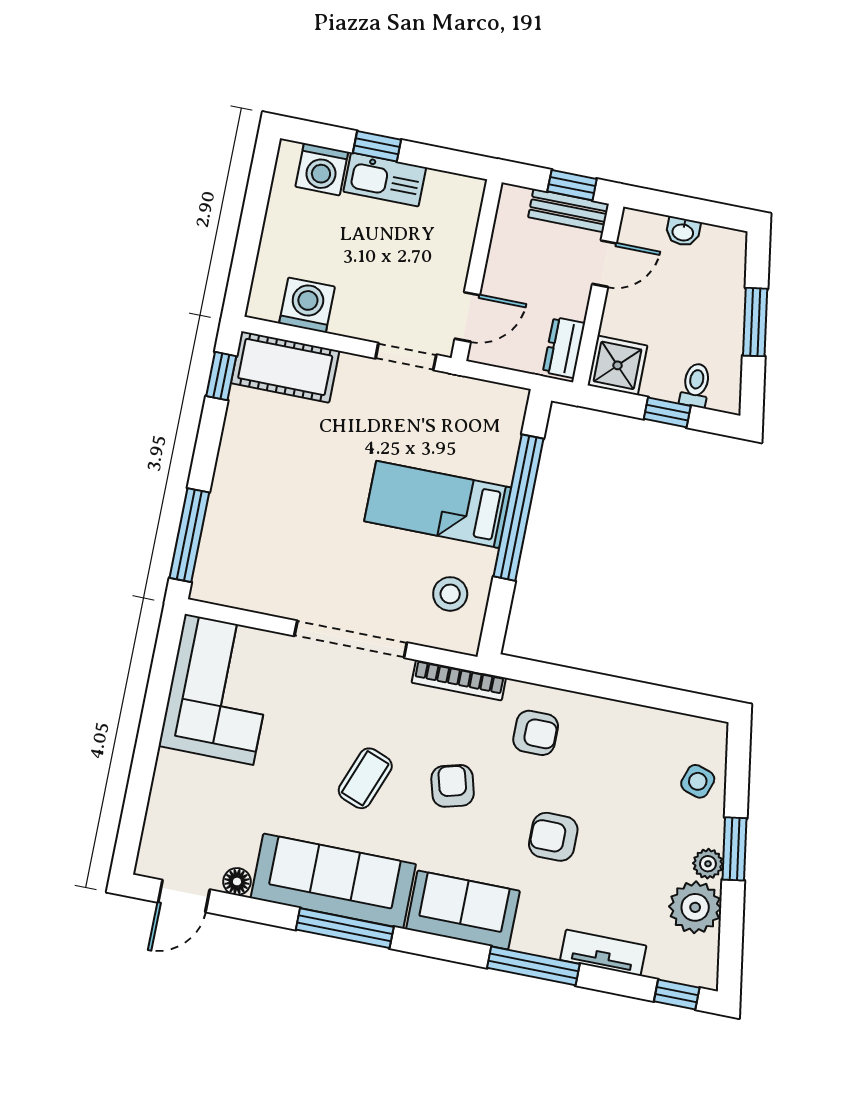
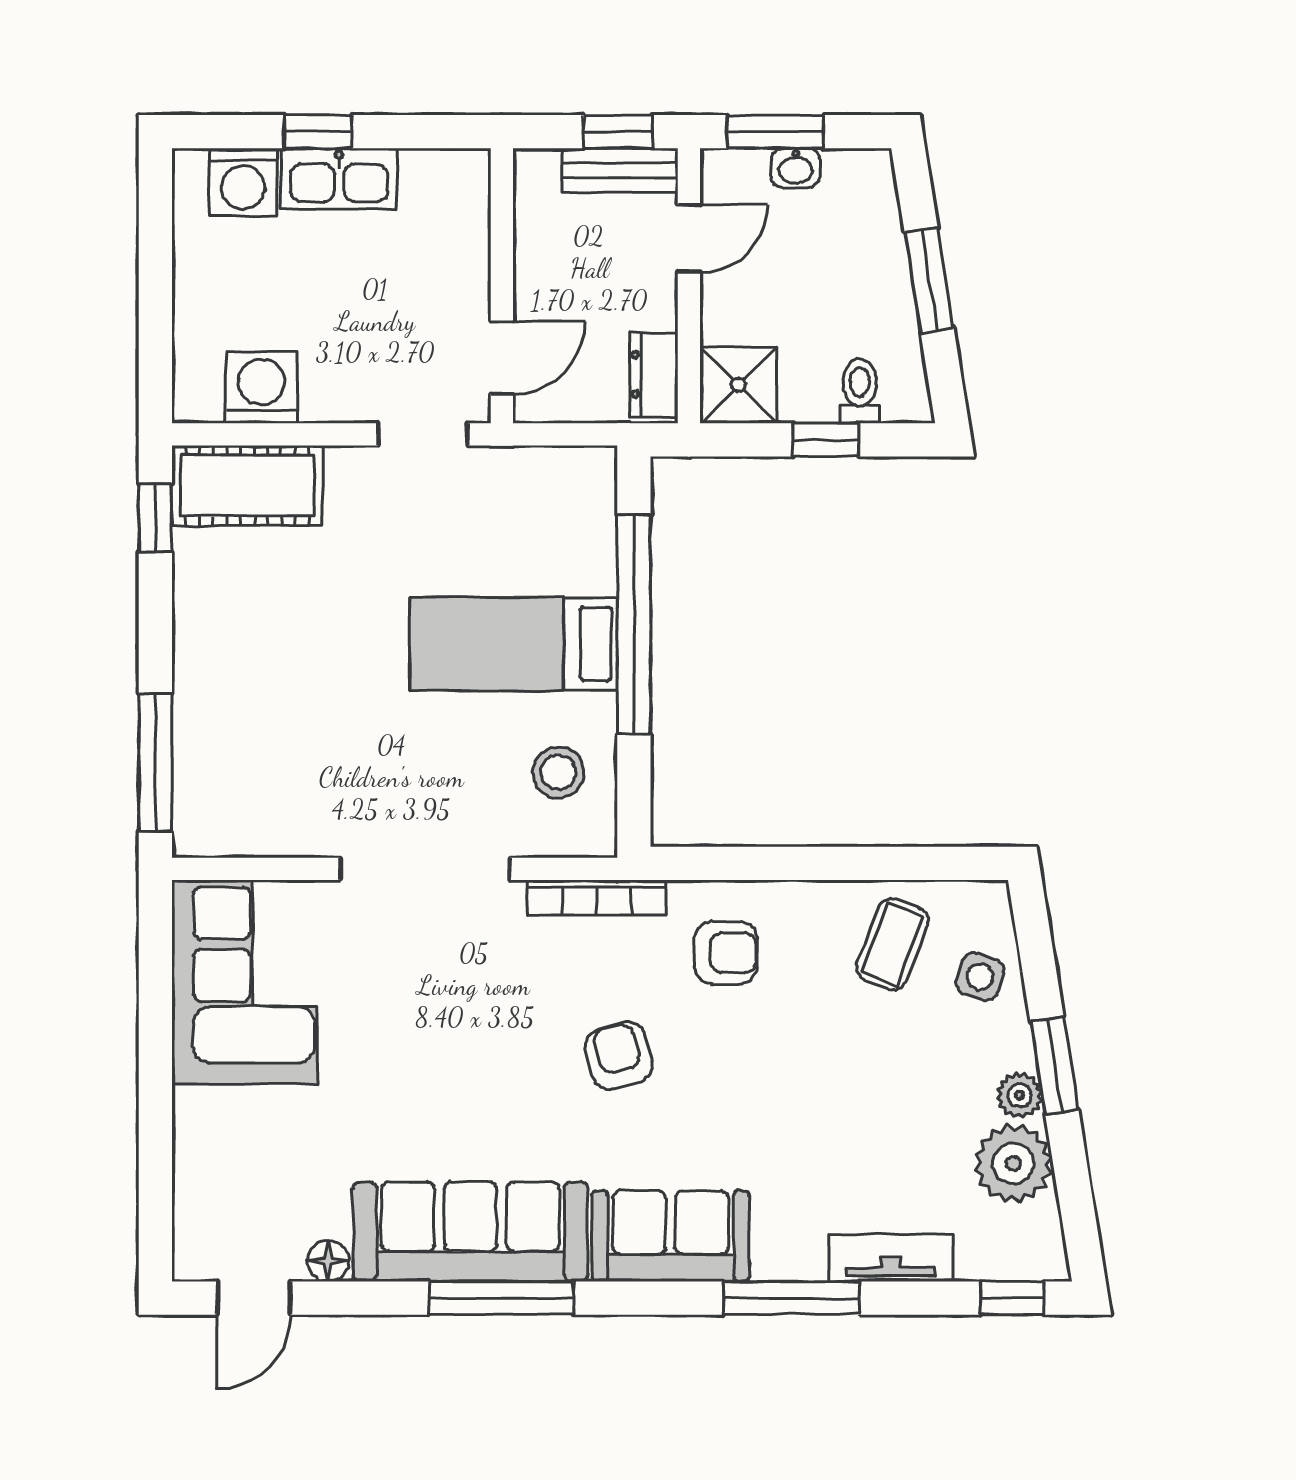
window: (674, 206) -> (775, 132), added
coffee table: (365, 778) -> (892, 944), moved
armchair: (553, 837) -> (783, 1101), removed

